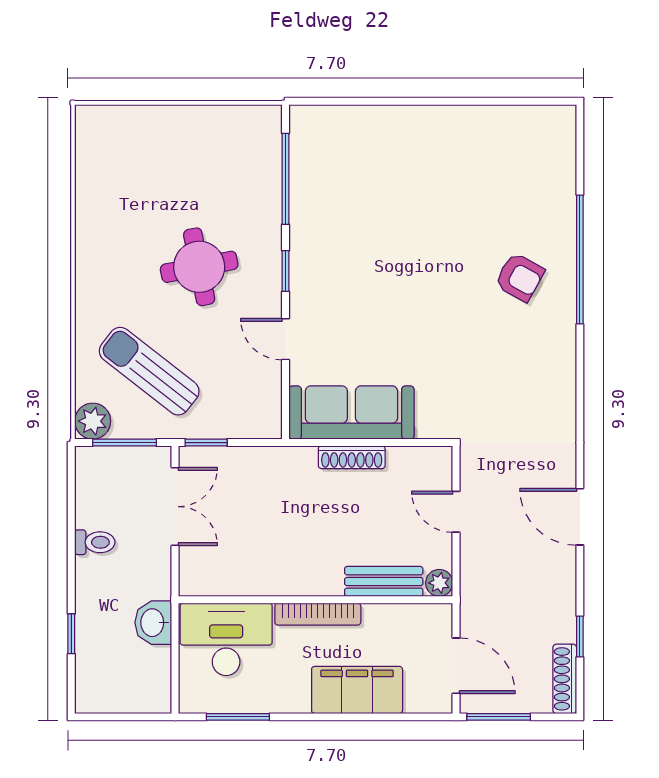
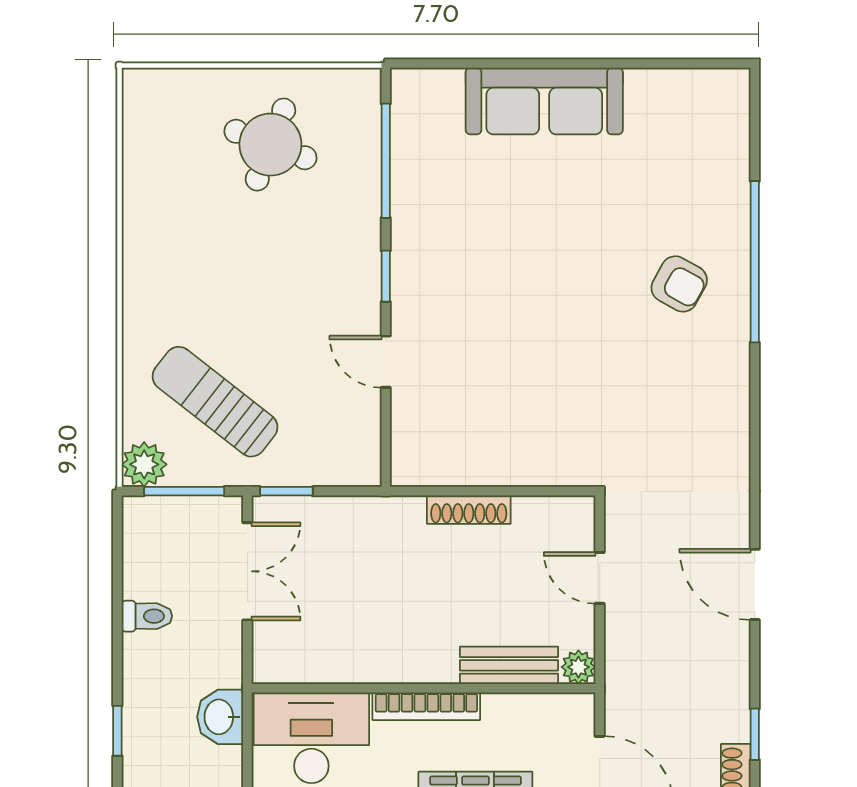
round table: (199, 267) -> (270, 145), moved, turned 32
sofa: (351, 413) -> (544, 101), moved, turned 180

